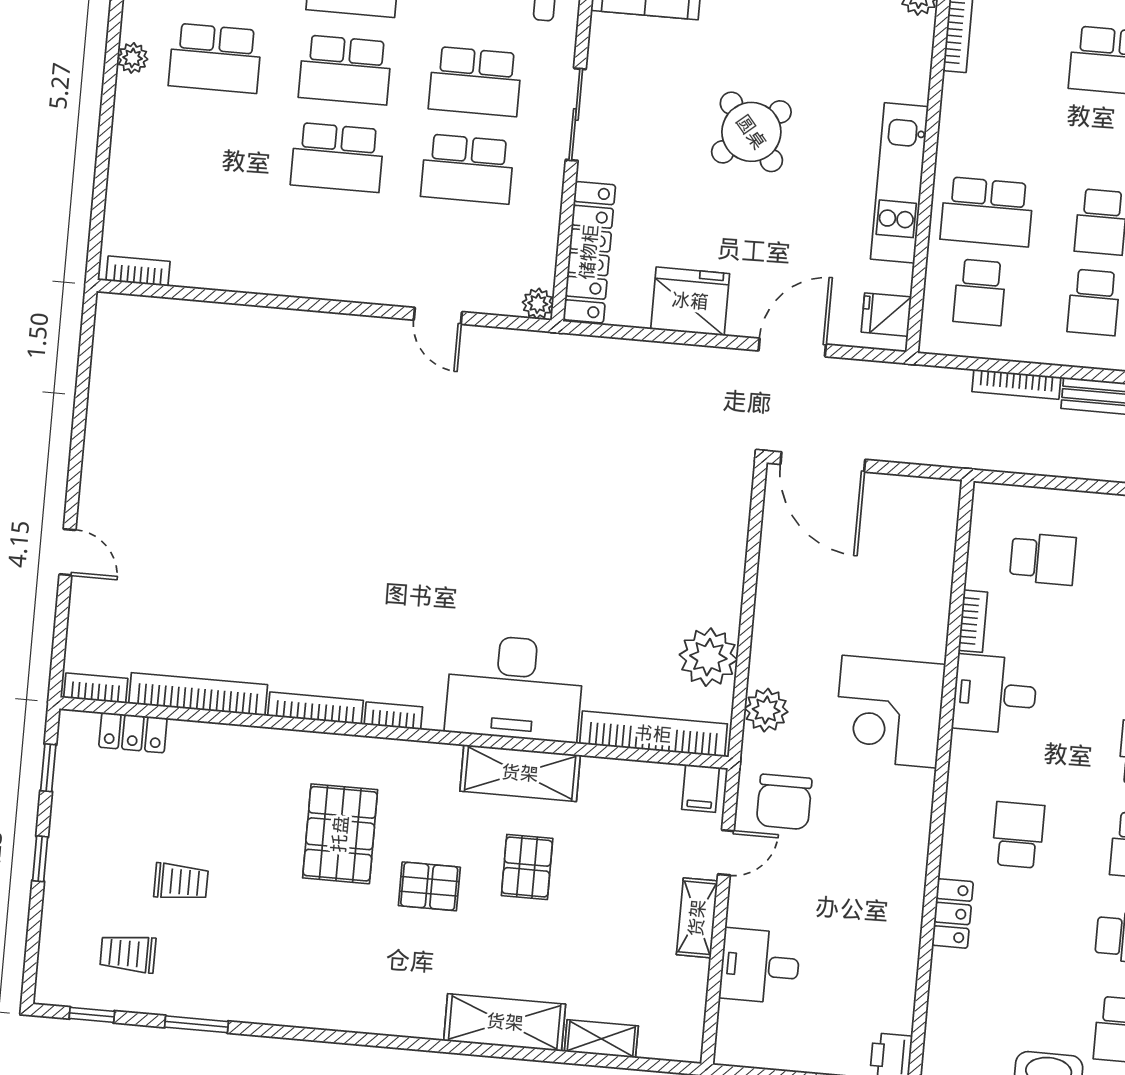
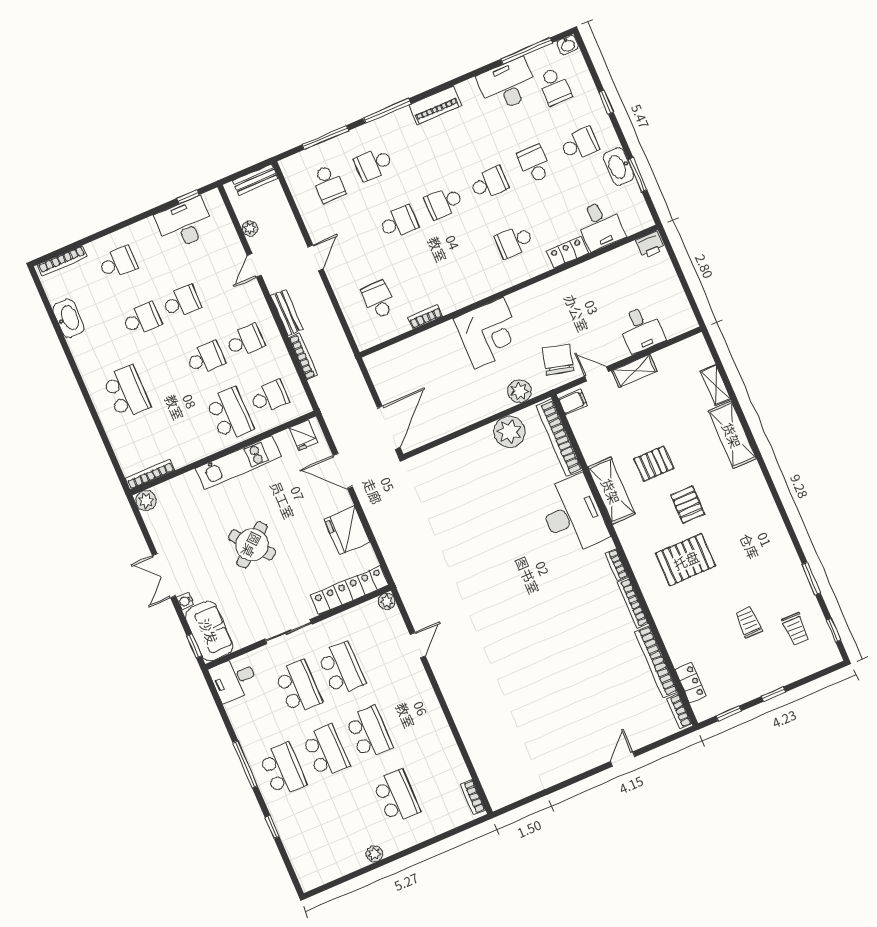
school desk: (215, 58) -> (396, 796), moved
desk: (995, 694) -> (600, 225), moved
chair: (784, 802) -> (558, 359), turned -76

